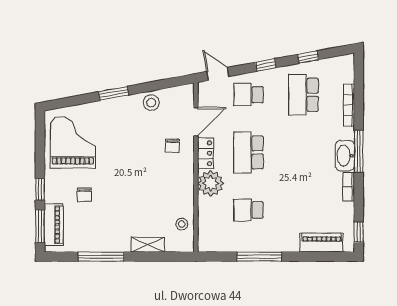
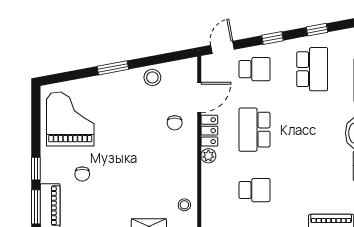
door: (218, 74) -> (222, 47), hinge flipped
school desk: (248, 95) -> (254, 69), turned 180
school desk: (303, 95) -> (312, 69), turned 180
plant: (211, 183) -> (208, 156), width x0.53, depth x0.53
school desk: (248, 210) -> (254, 190), turned 180

